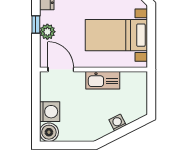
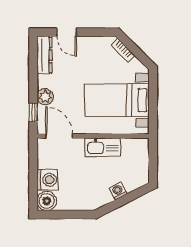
window: (36, 25) -> (33, 112), moved

